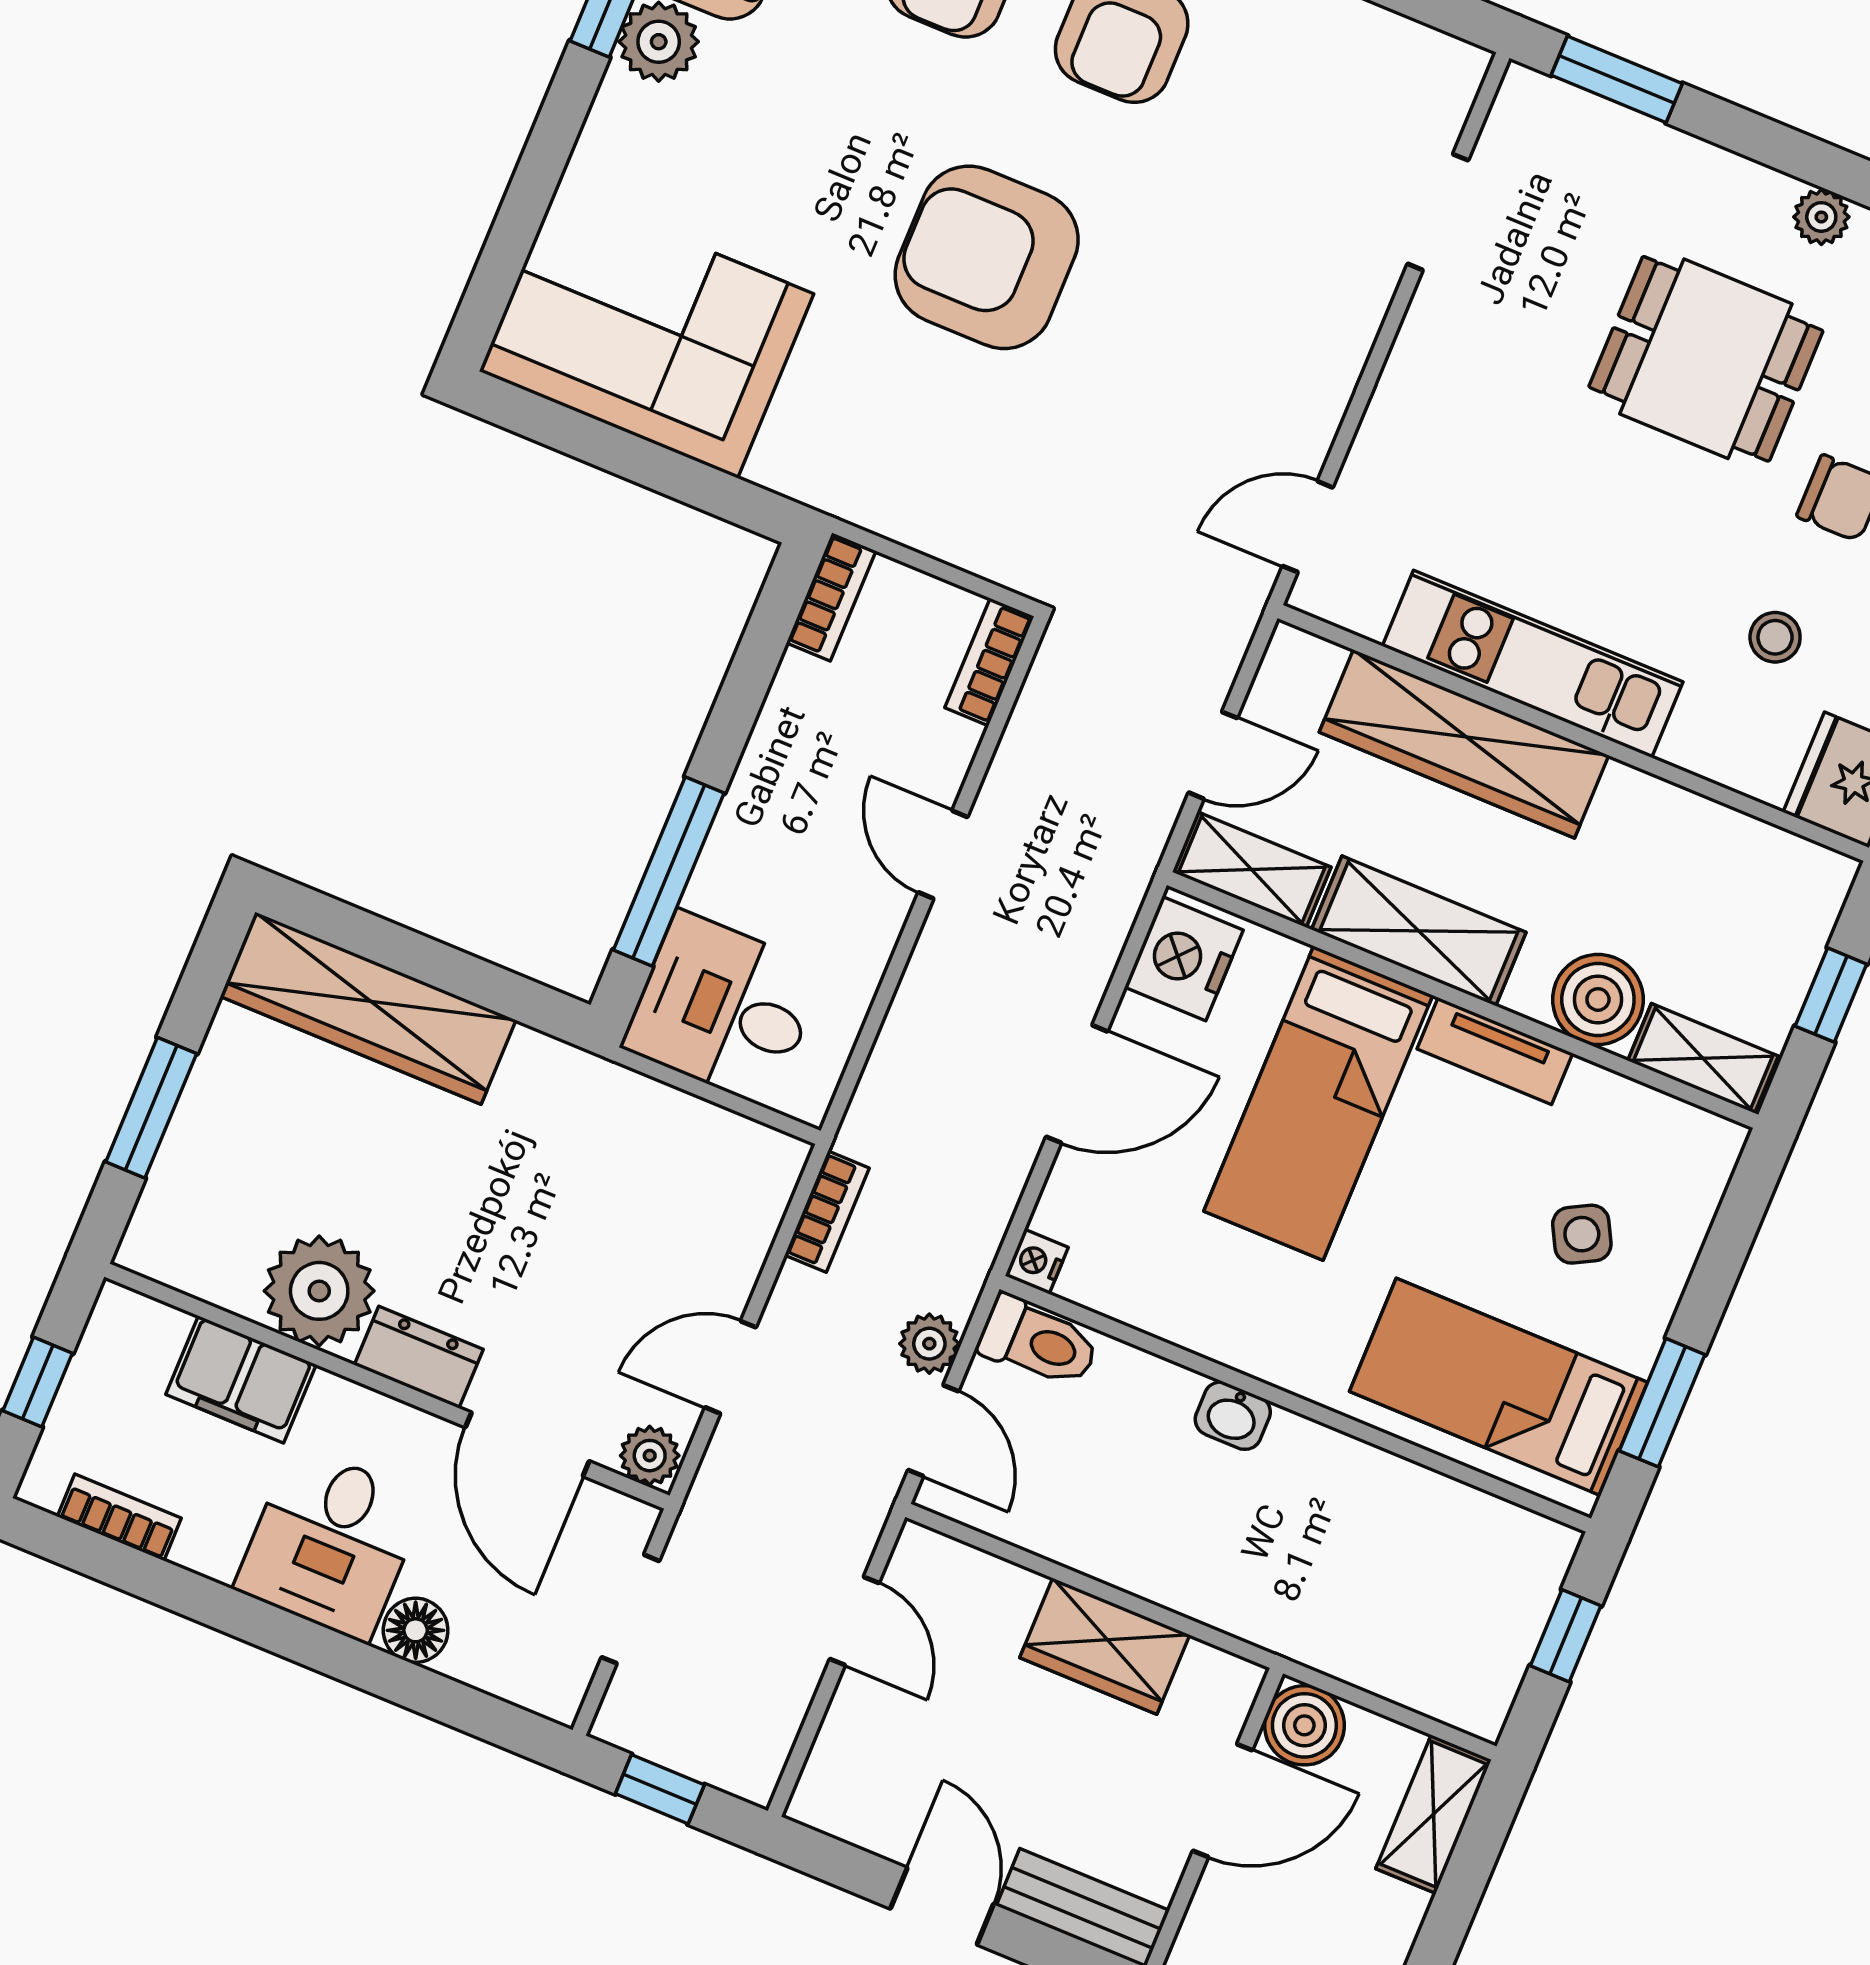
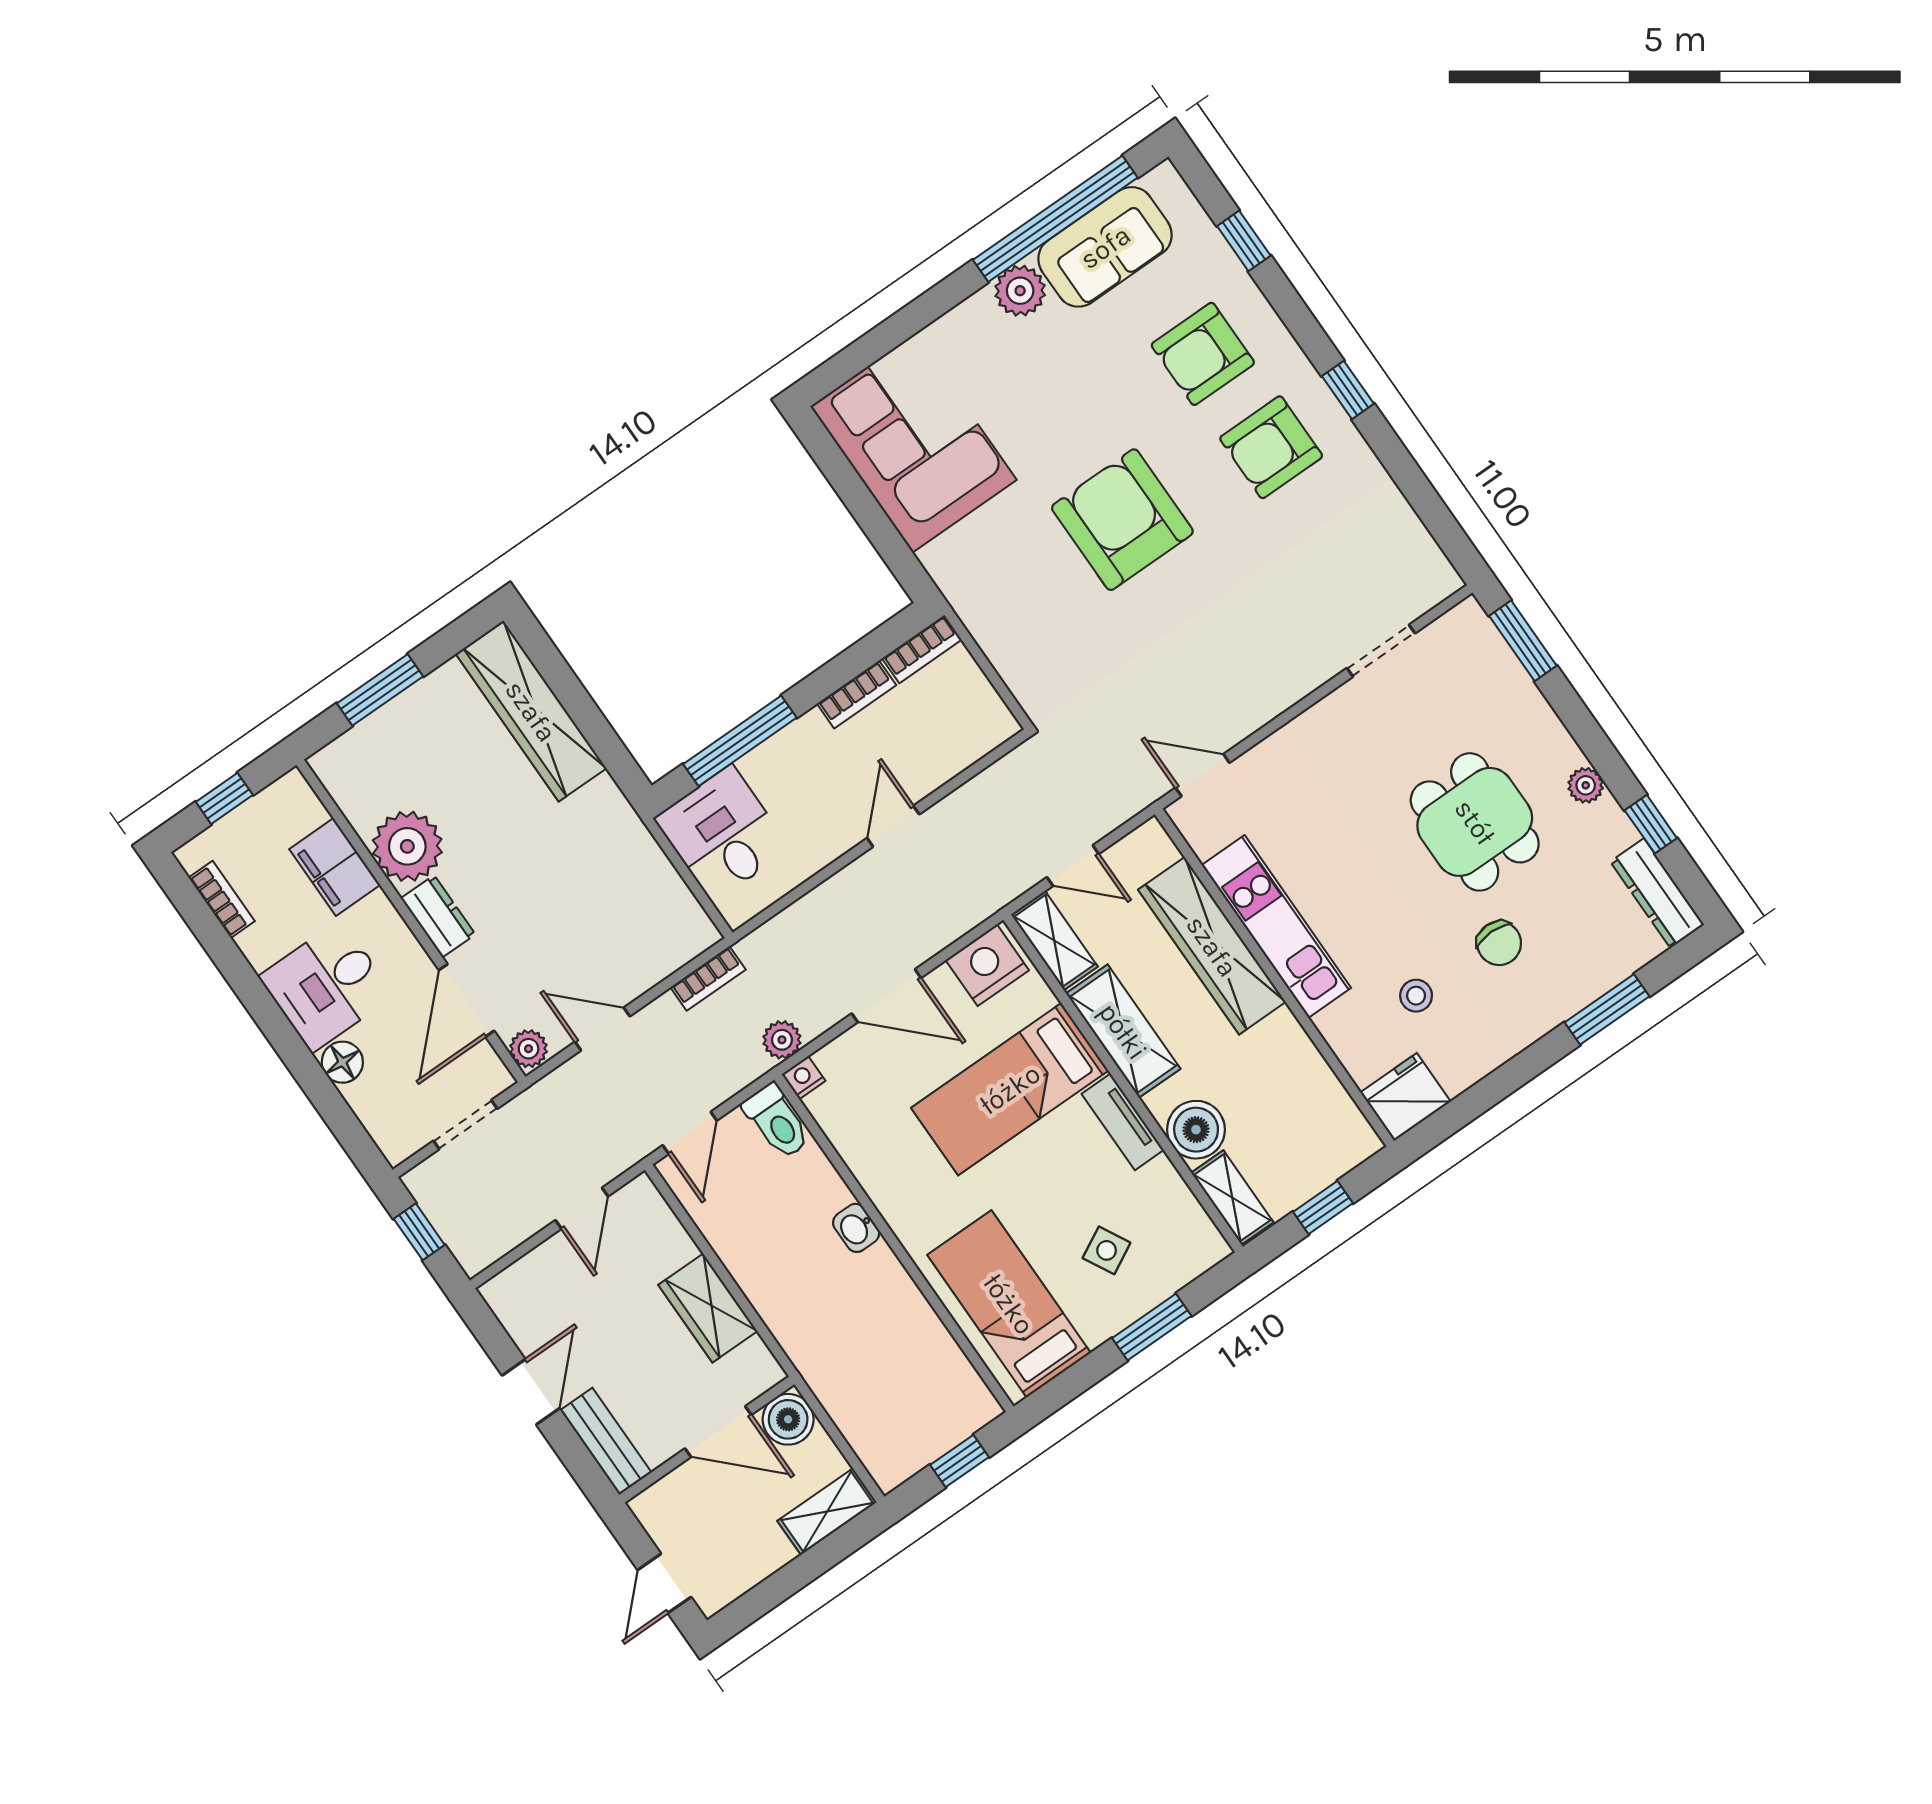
bookcase: (989, 662) -> (857, 694), moved, turned 180
plant: (929, 1344) -> (782, 1040), moved
window: (1662, 1403) -> (1152, 1327), moved

